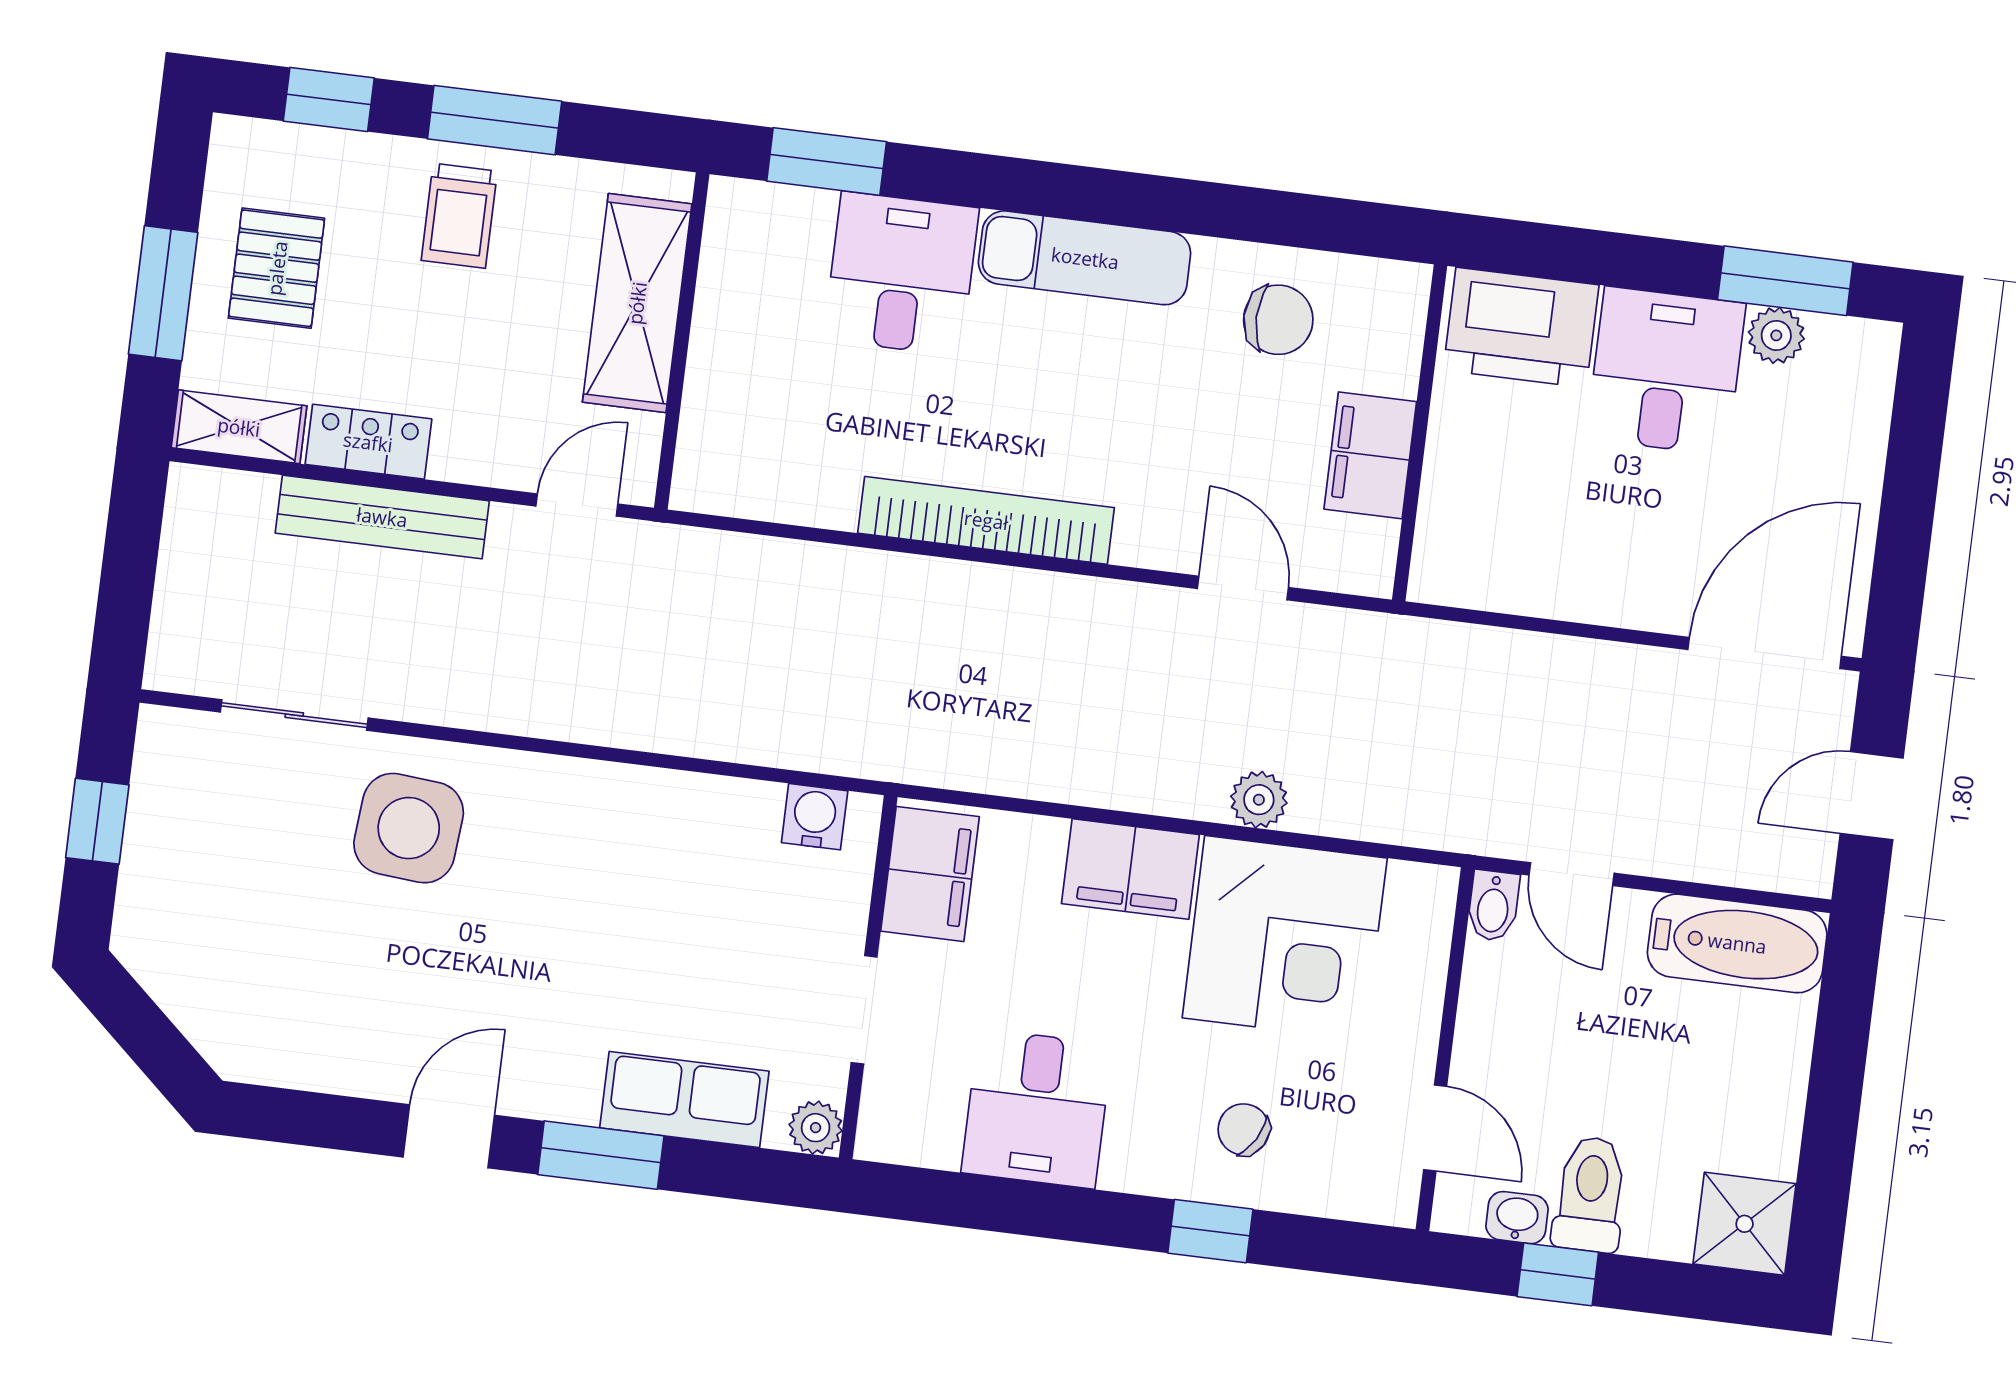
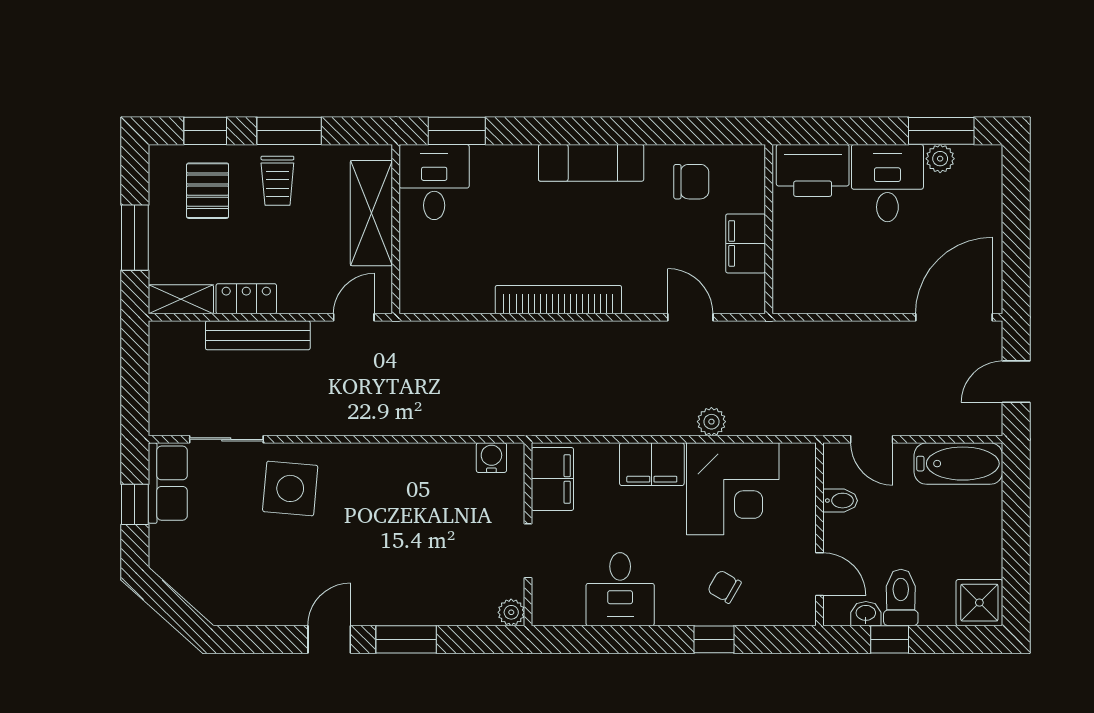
pallet: (277, 268) -> (208, 191), moved
desk: (901, 274) -> (434, 182), moved
bidet: (1493, 906) -> (840, 501), moved, turned -90
row of seats: (684, 1099) -> (168, 483), moved, turned 90

